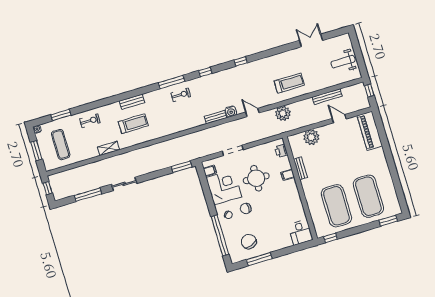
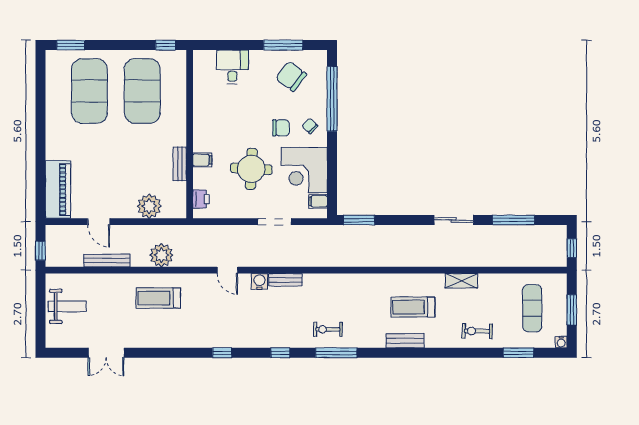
plant: (283, 113) -> (162, 255), moved
desk: (301, 232) -> (232, 67), moved
chair: (249, 242) -> (291, 76), turned 148

